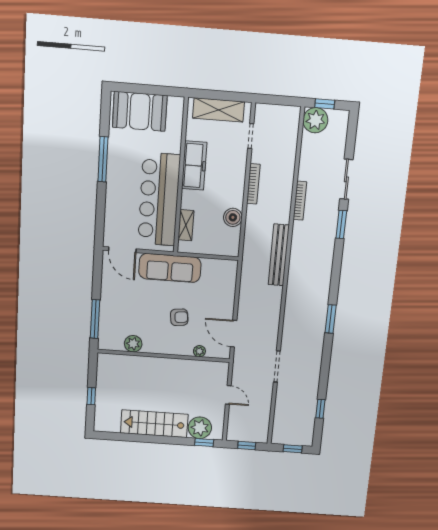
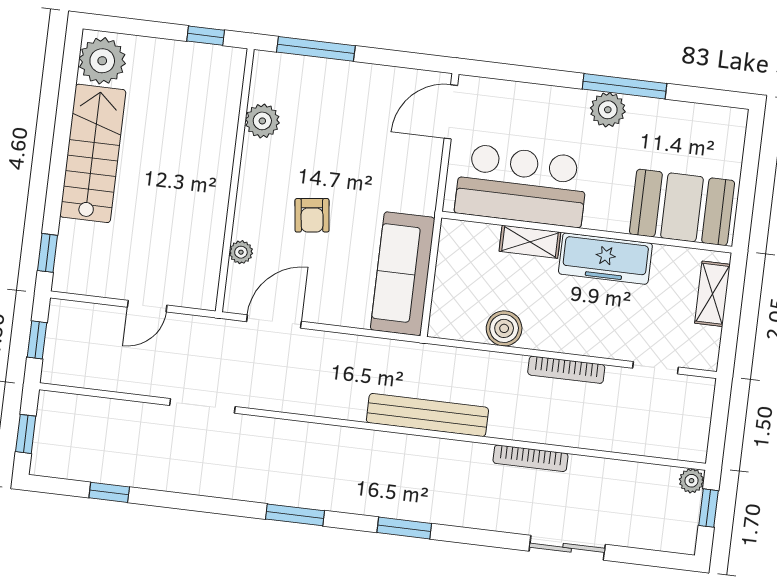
shelving: (219, 110) -> (712, 294), width x0.67, depth x0.75
booth: (140, 111) -> (682, 207), moved, turned 90
plant: (315, 120) -> (692, 481), width x0.53, depth x0.53
plant: (116, 168) -> (608, 110), added
bar counter: (159, 199) -> (522, 185), width x0.73
window: (341, 224) -> (404, 528), moved
shelving: (186, 225) -> (530, 242), moved
sofa: (170, 268) -> (403, 274), moved
window: (91, 396) -> (206, 36), moved
plant: (200, 428) -> (102, 61), moved

